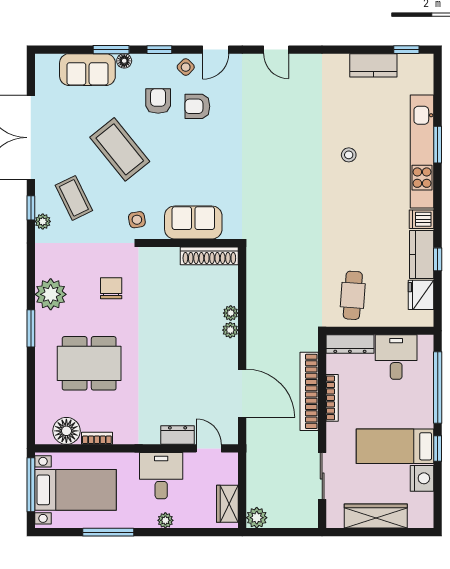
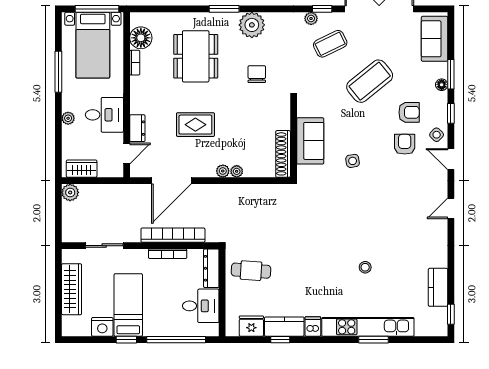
sofa: (87, 70) -> (435, 39), moved
side table: (137, 220) -> (353, 161), moved
chair: (111, 288) -> (257, 74), turned -90
rug: (173, 364) -> (195, 125), added

